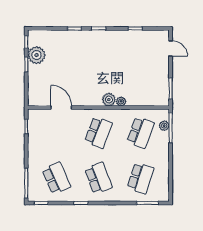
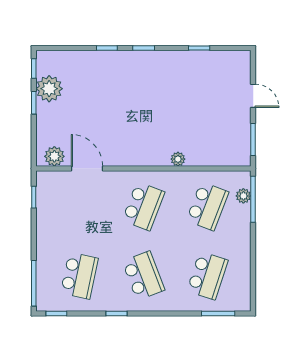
door: (171, 48) -> (253, 96), moved
plant: (109, 100) -> (54, 156), moved
school desk: (56, 178) -> (79, 276), turned 36

